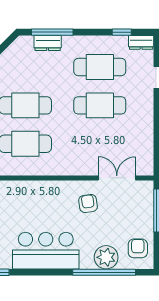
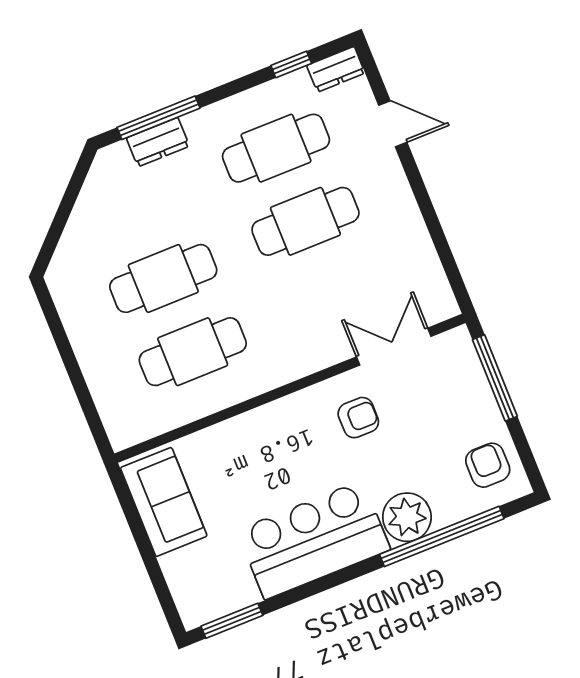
armchair: (88, 204) -> (358, 418), turned 99
plant: (106, 257) -> (407, 517), moved

